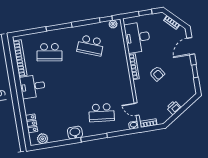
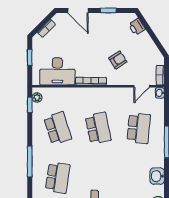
school desk: (90, 45) -> (58, 128), turned -39
armchair: (157, 74) -> (118, 60), moved
school desk: (96, 79) -> (98, 128), added
printer: (174, 108) -> (137, 27), moved
washbasin: (75, 133) -> (157, 176), moved

